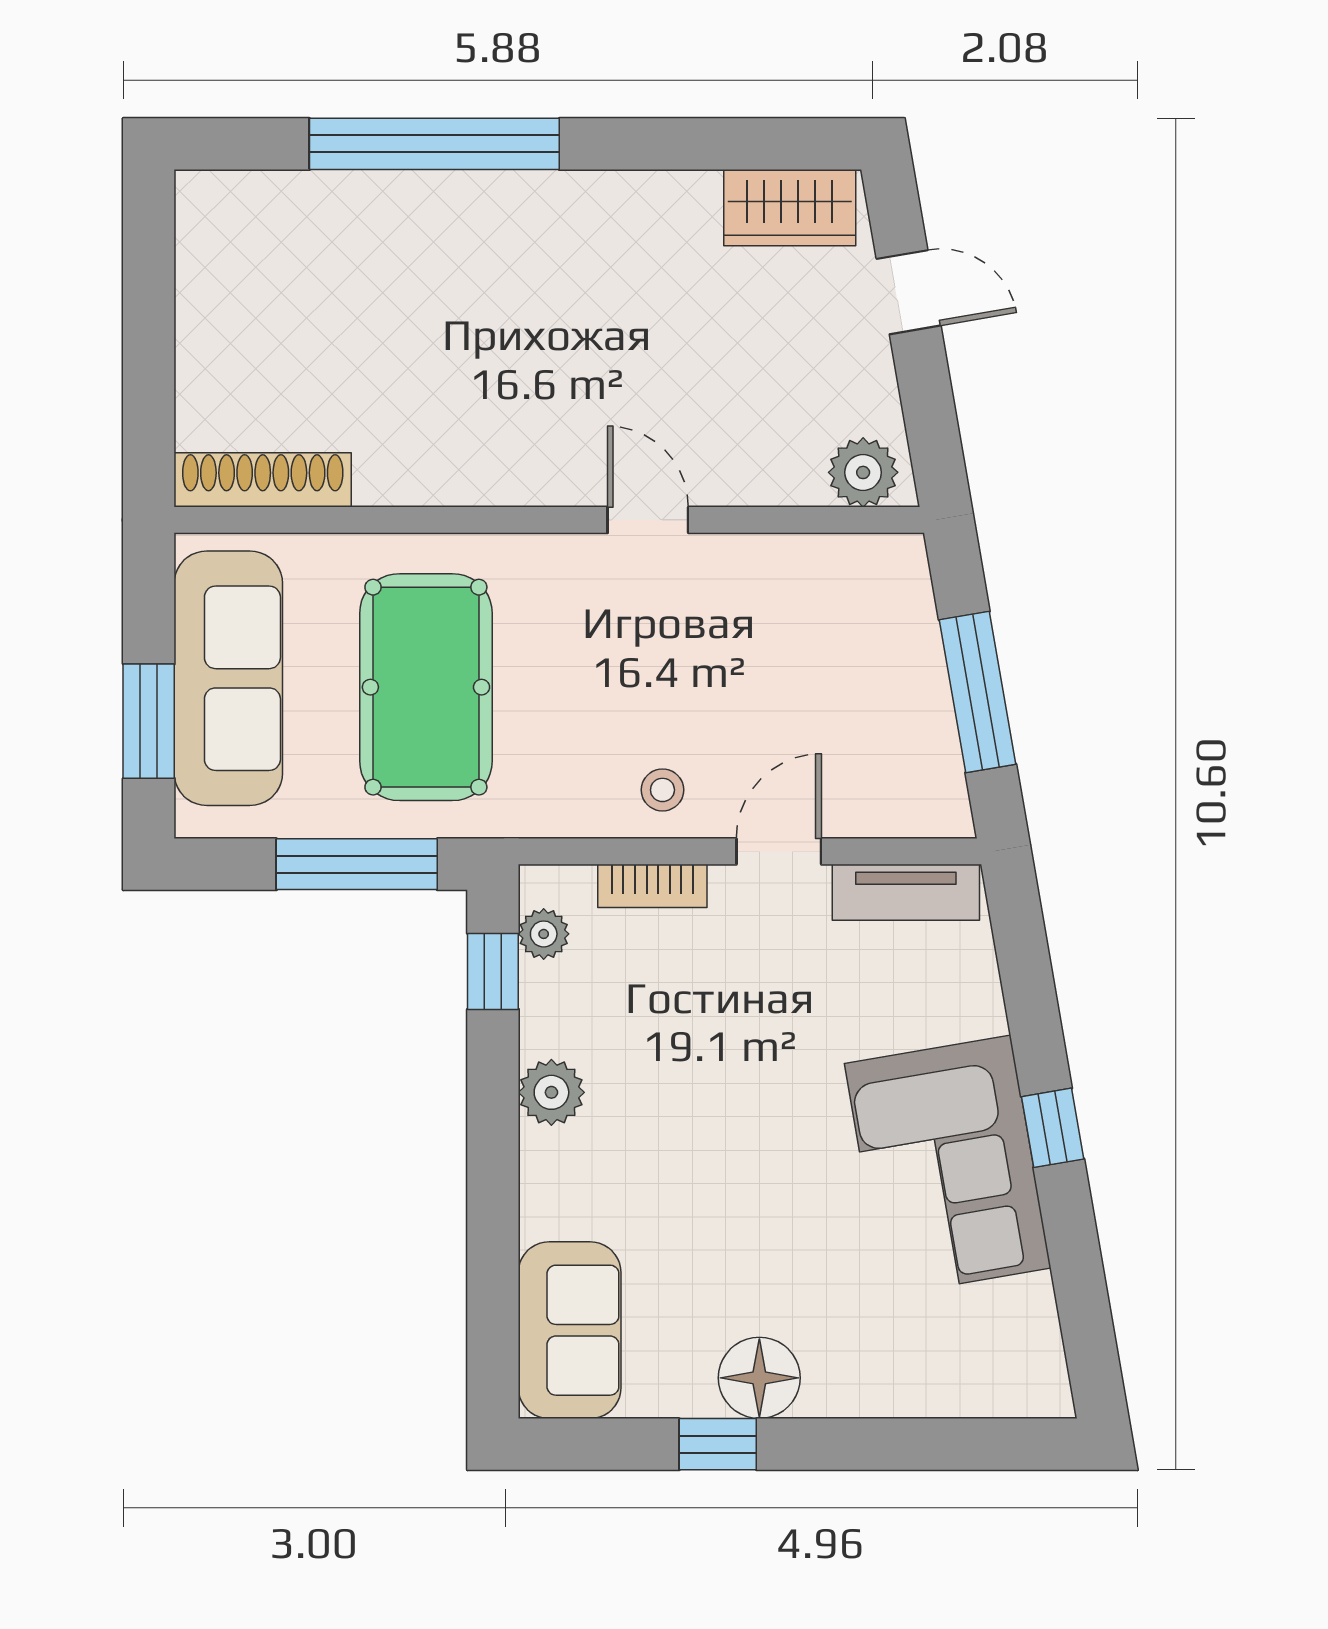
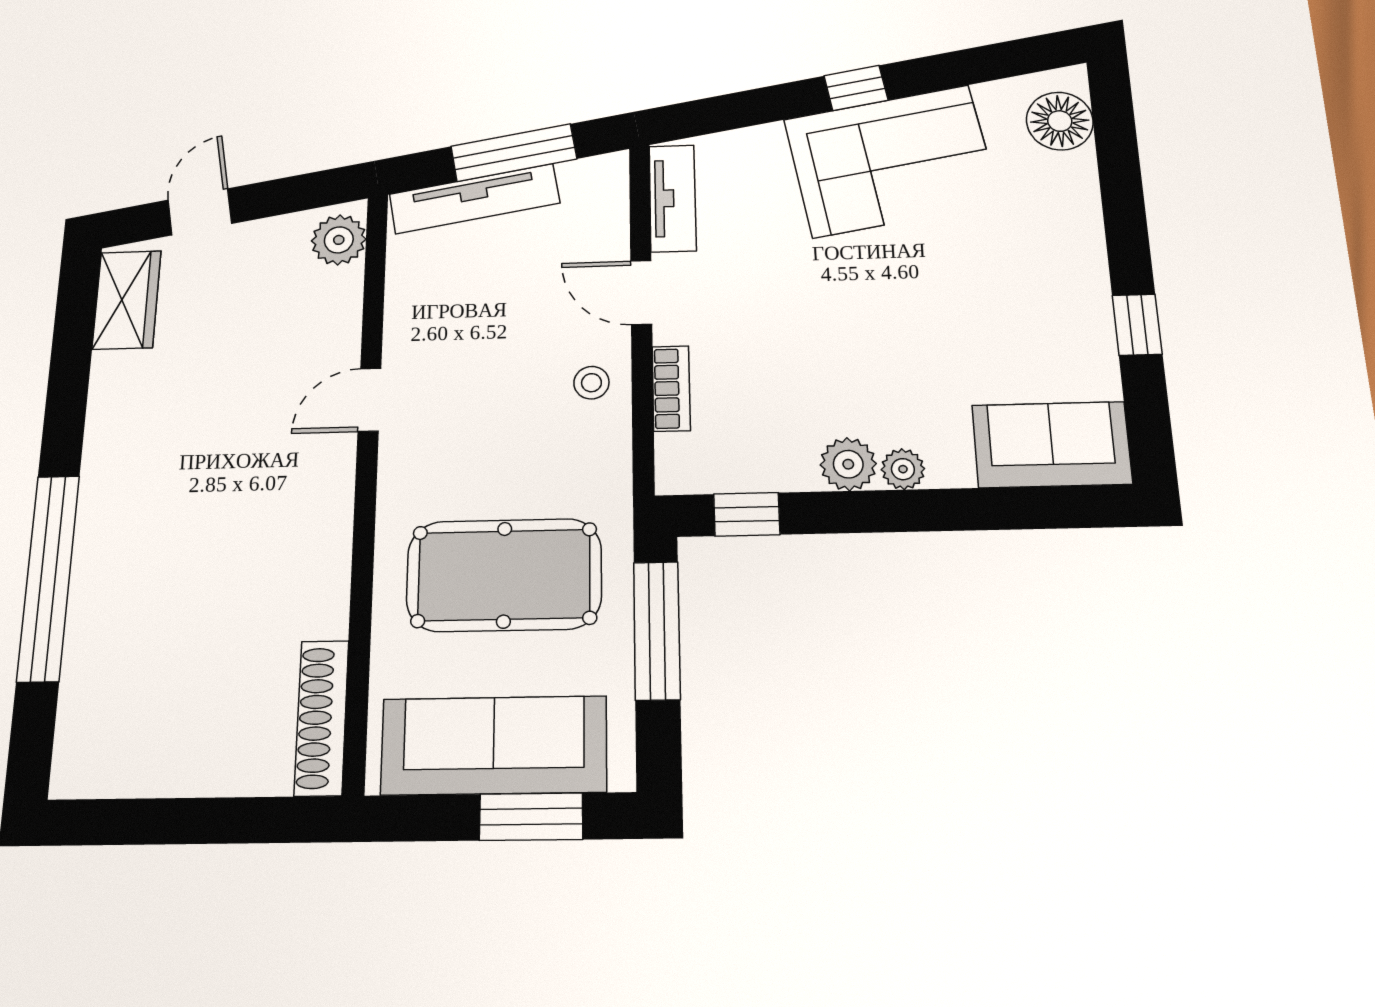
tv unit: (914, 643) -> (474, 199), added
plant: (544, 934) -> (903, 469), moved
floor lamp: (759, 1378) -> (1060, 121), moved

